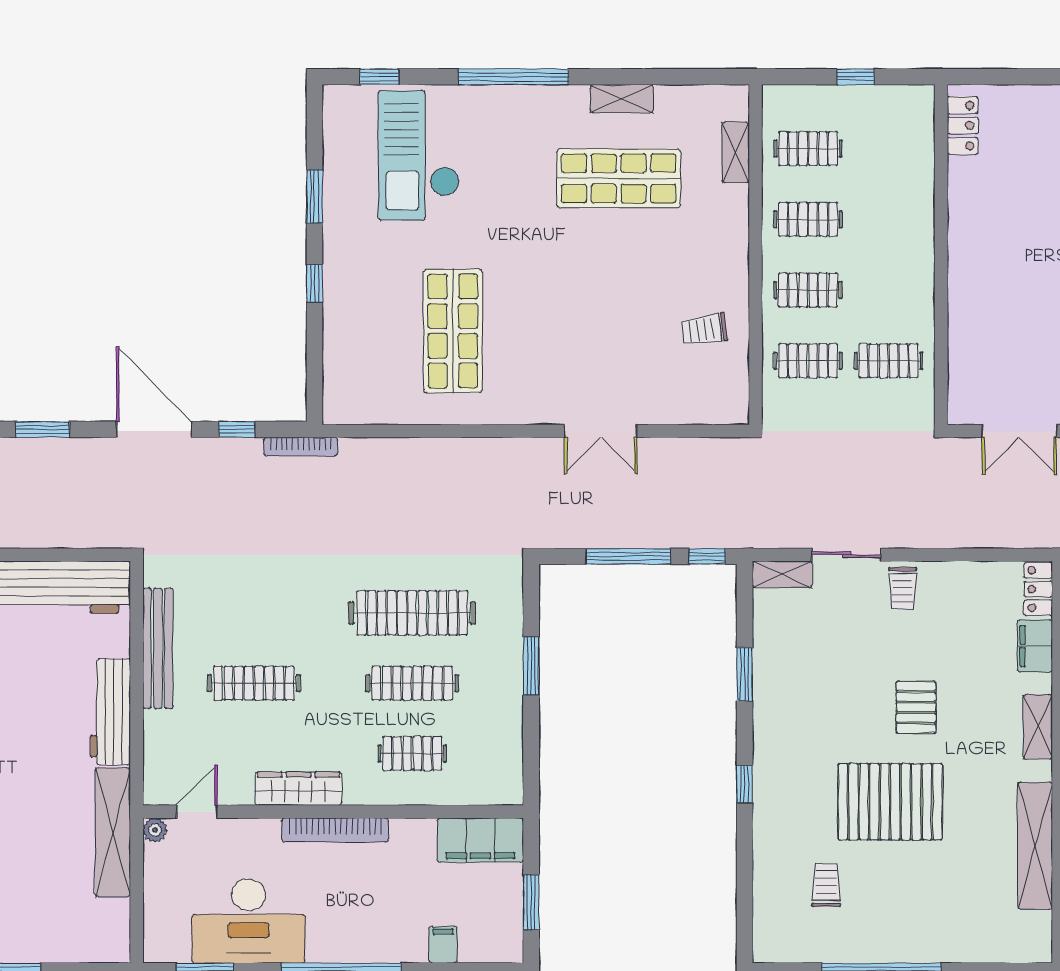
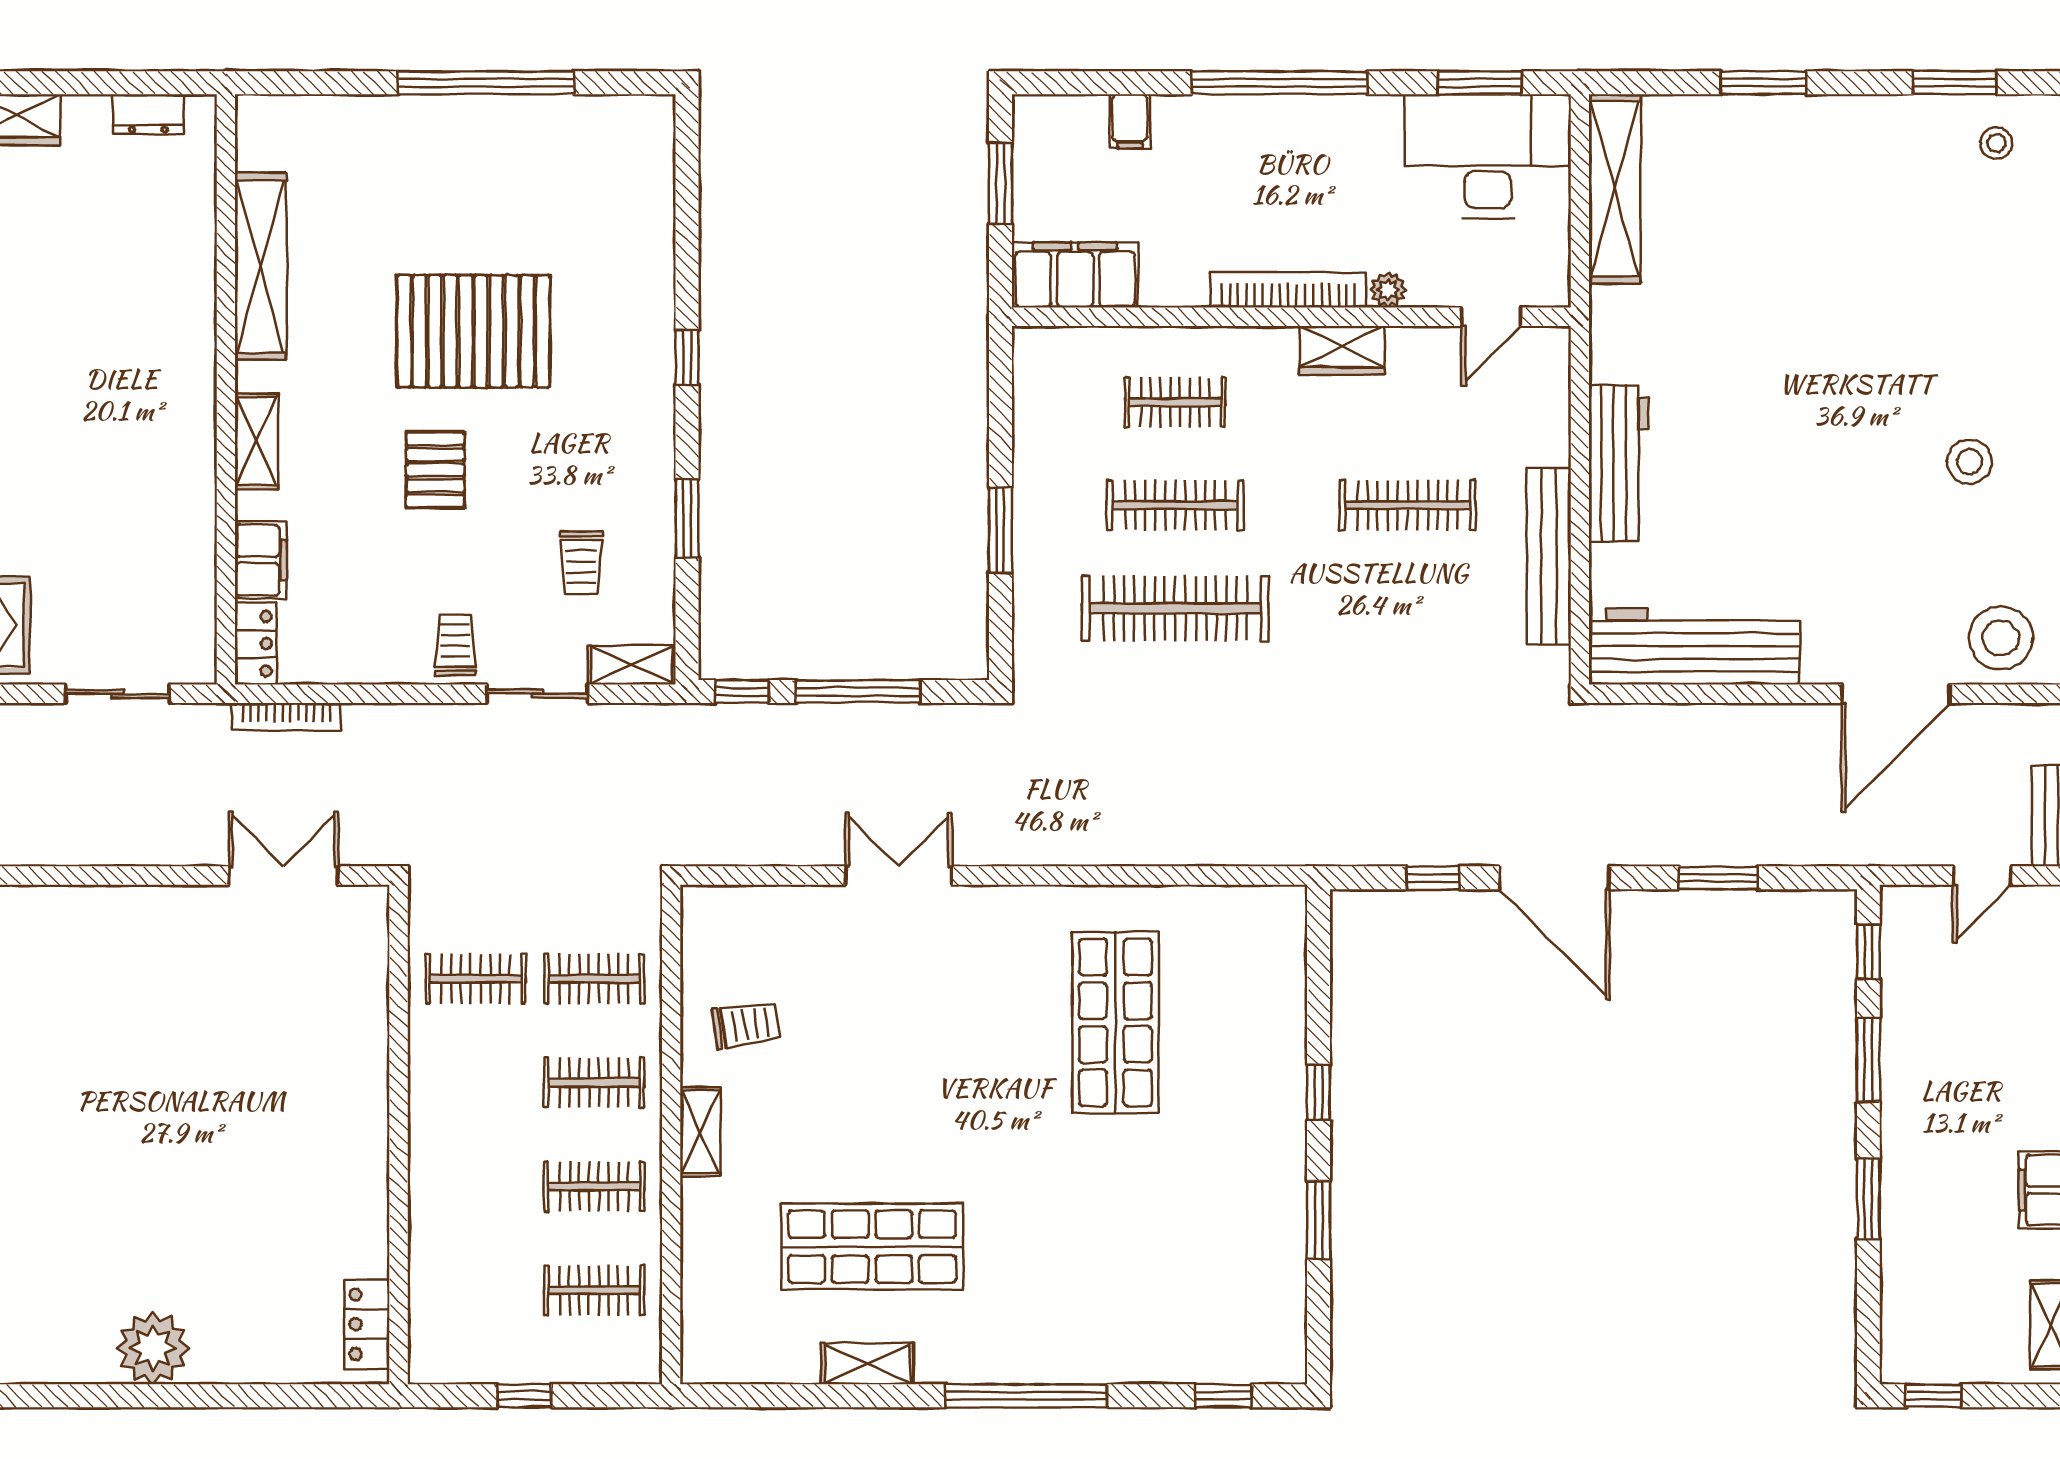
shelving: (736, 152) -> (700, 1132), moved
checkout: (419, 155) -> (1166, 1280), removed
bookcase: (301, 447) -> (286, 717), moved, turned 180
wardrobe: (299, 789) -> (1342, 350), width x0.67
plant: (155, 830) -> (1388, 290), moved
shelving: (113, 832) -> (1615, 189), moved
trolley: (826, 885) -> (581, 563), moved
desk: (249, 921) -> (1488, 156), moved

